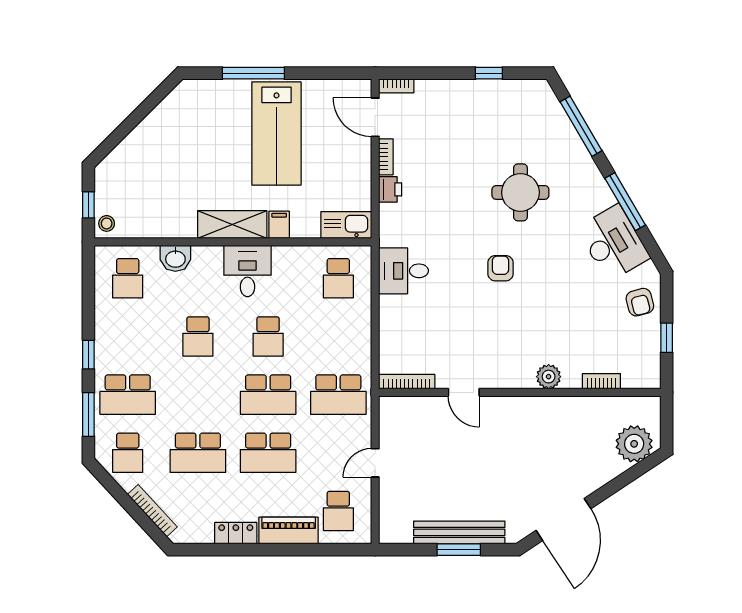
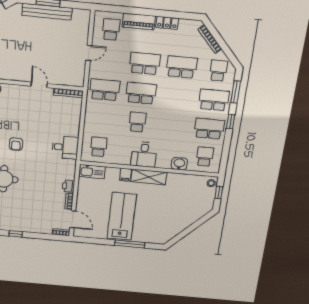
school desk: (198, 336) -> (209, 129), moved, width x1.85

